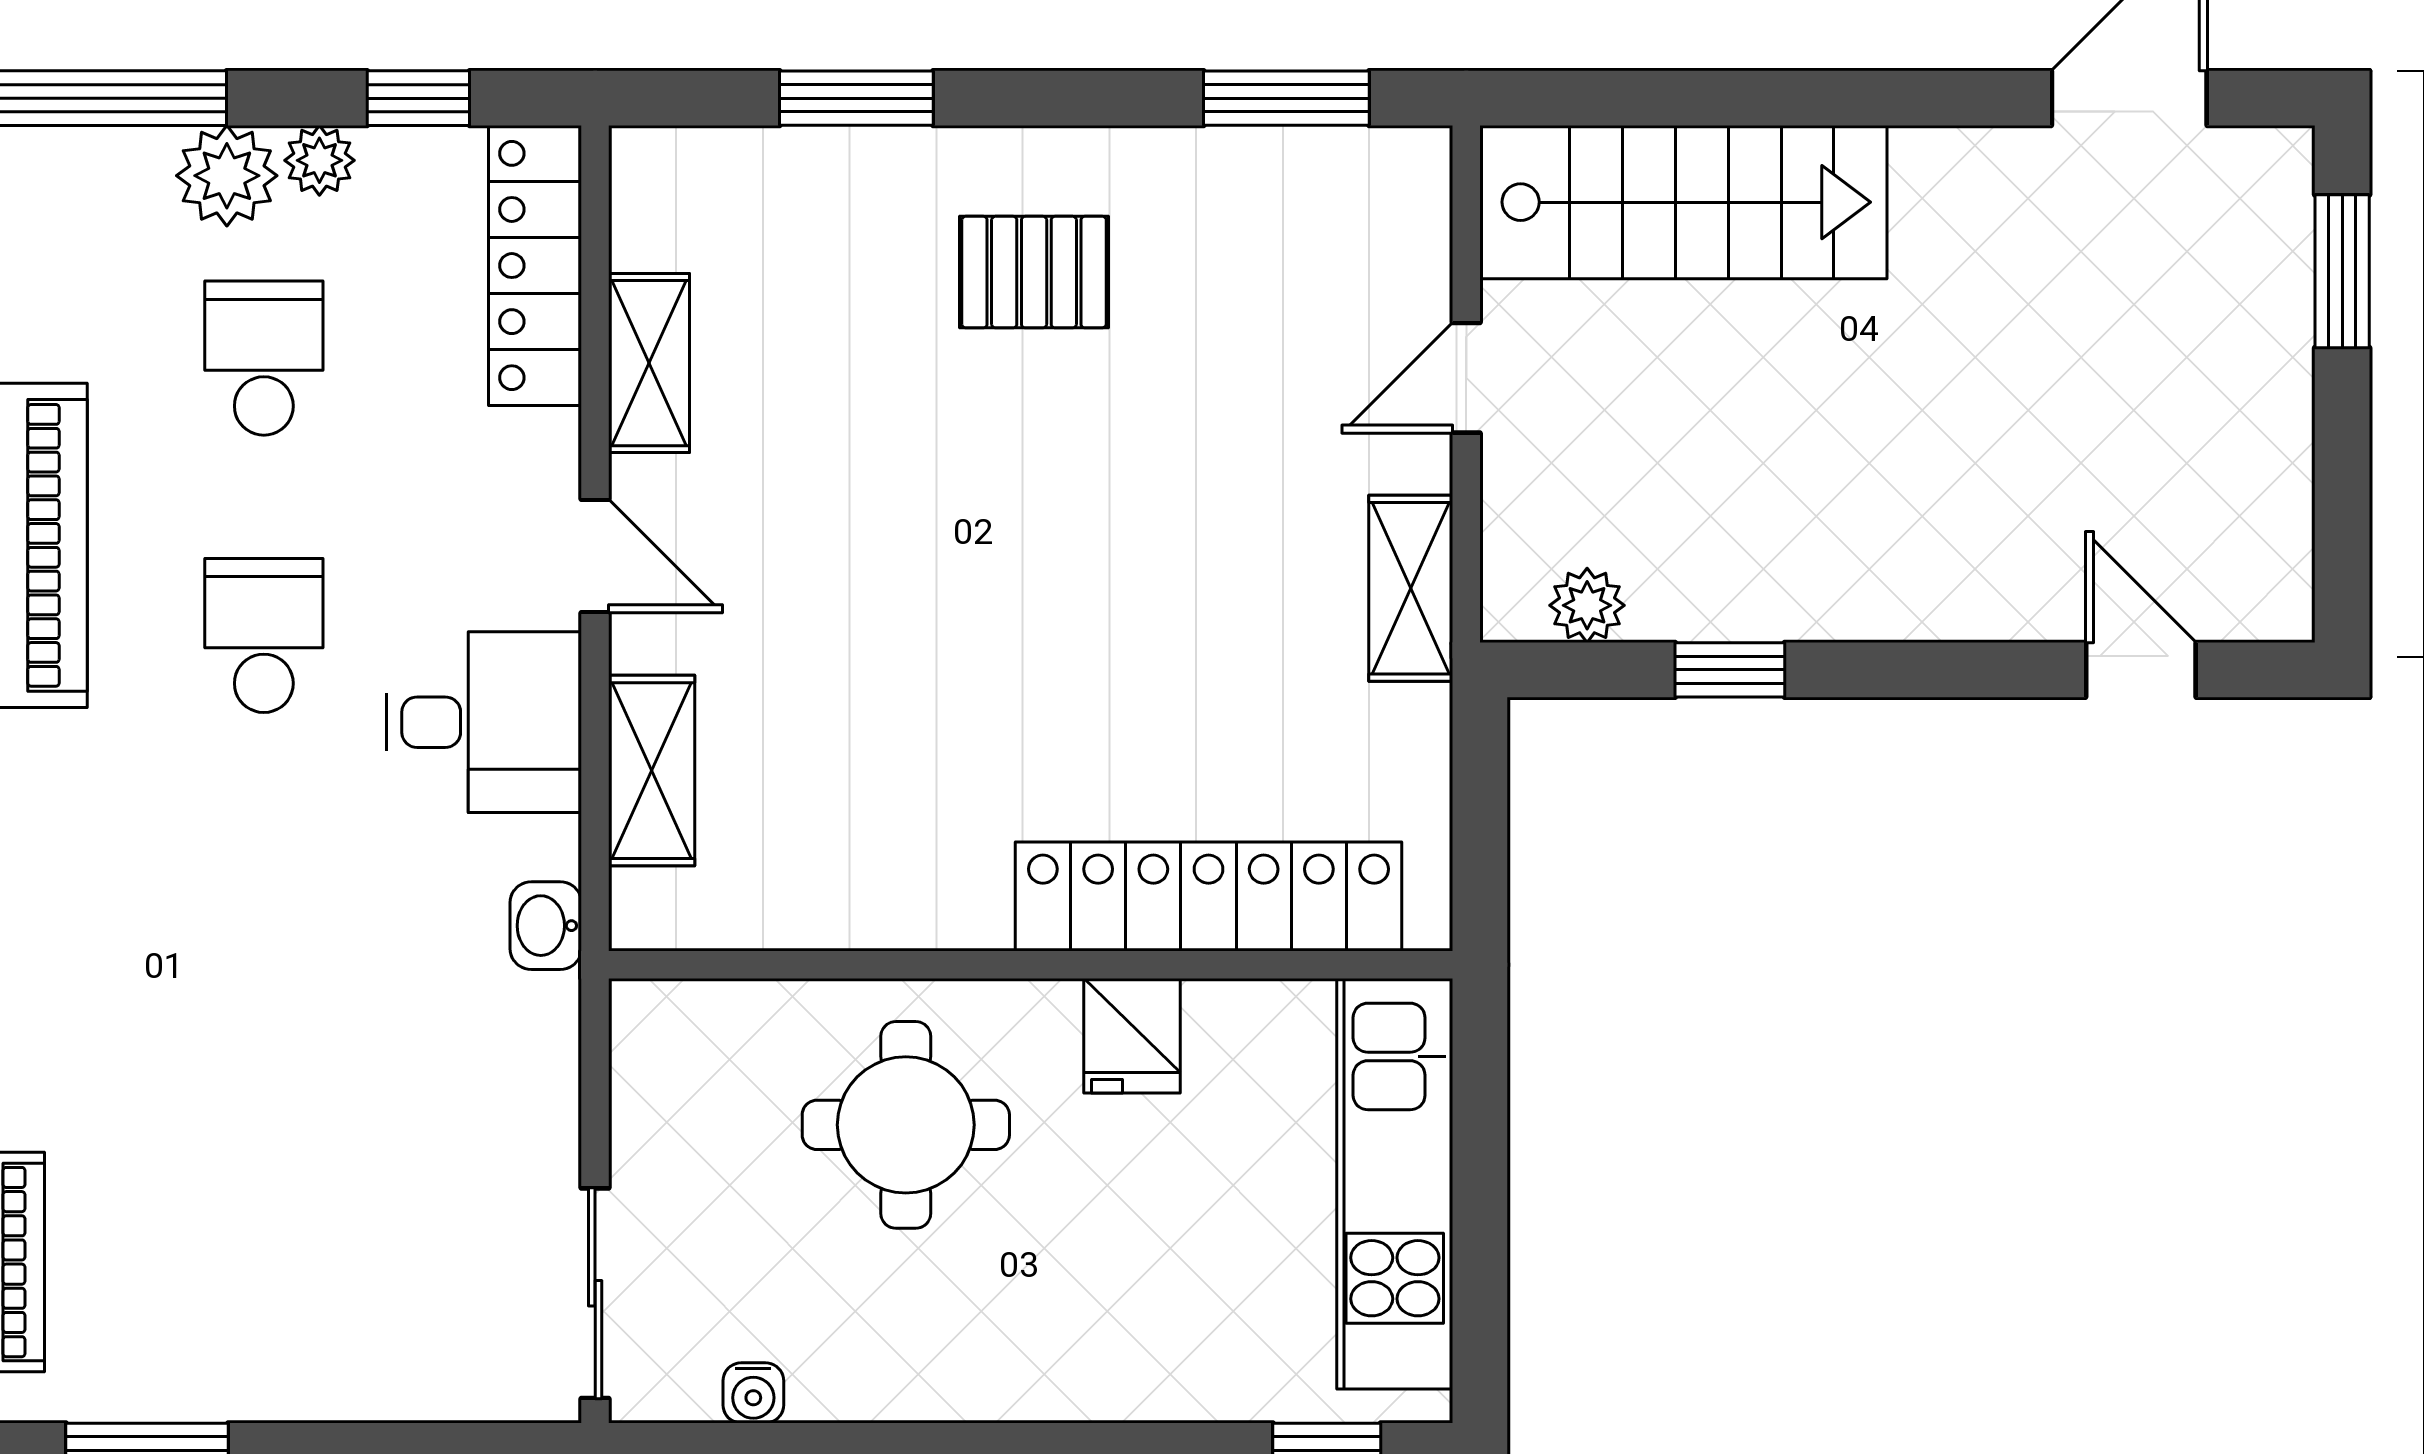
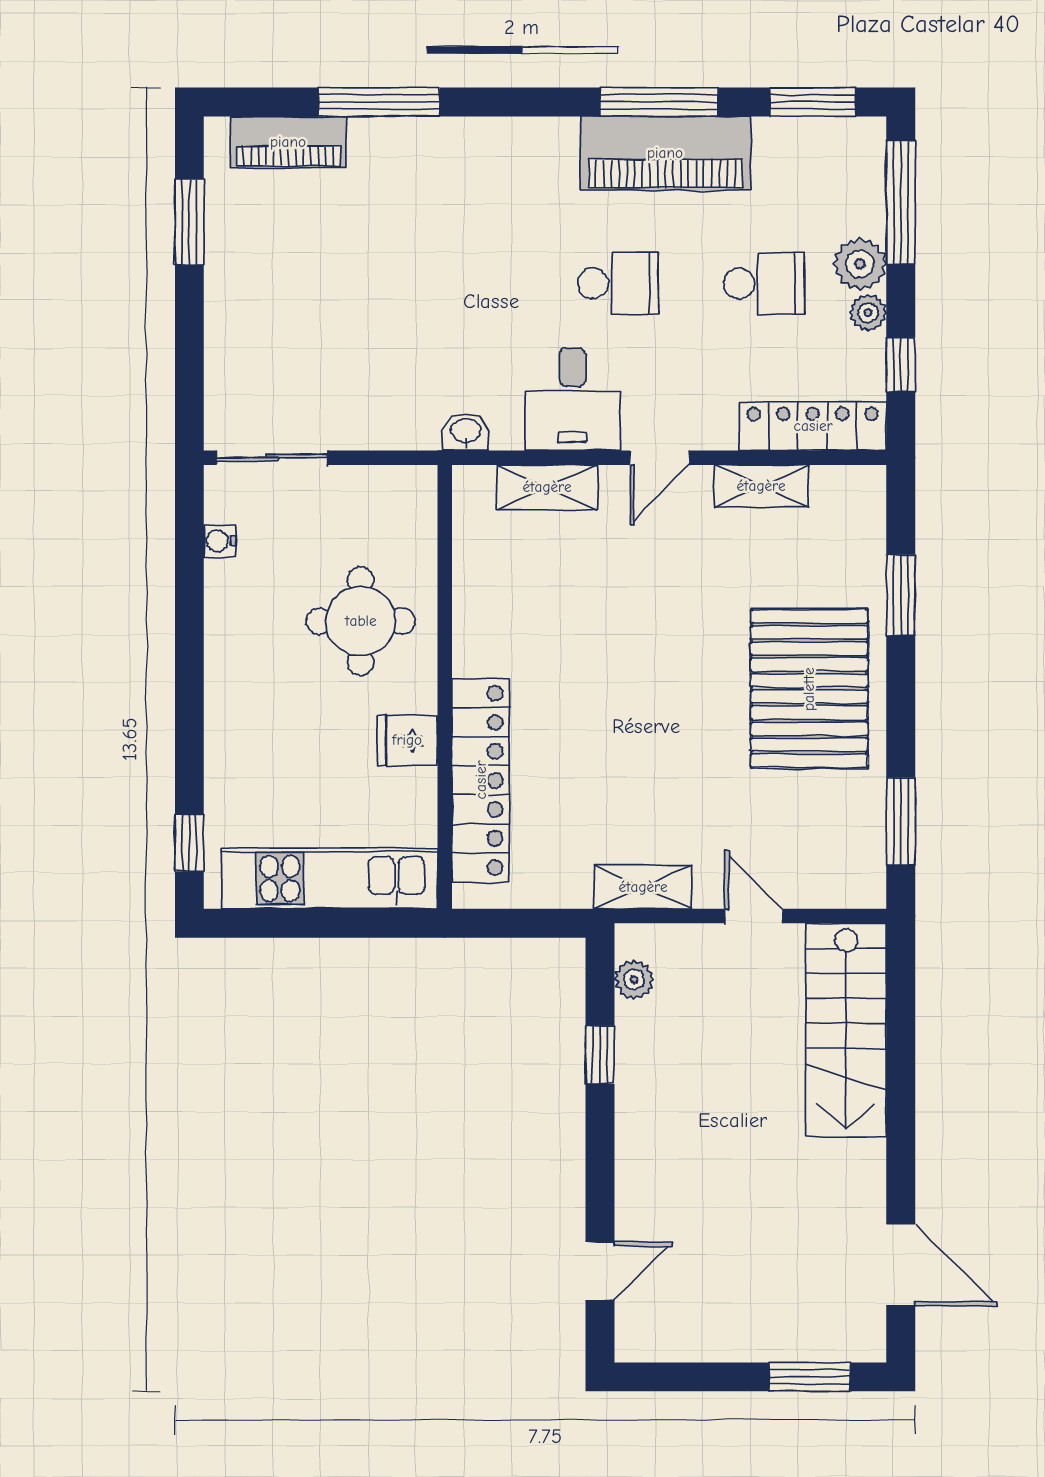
pallet: (1034, 272) -> (809, 689), width x2.05, depth x2.00

